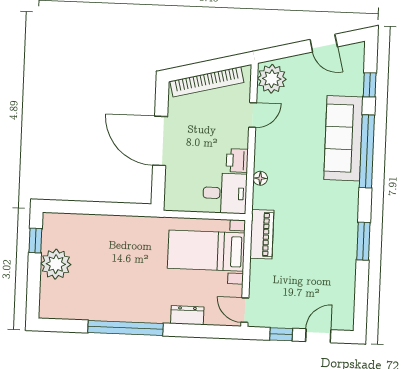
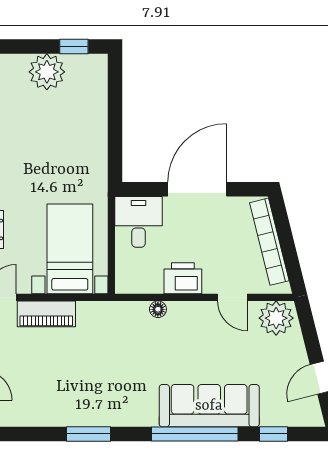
printer: (237, 160) -> (183, 278), width x1.36, depth x1.24
desk: (225, 193) -> (139, 222), moved, turned 180
piano: (262, 234) -> (46, 314), moved

